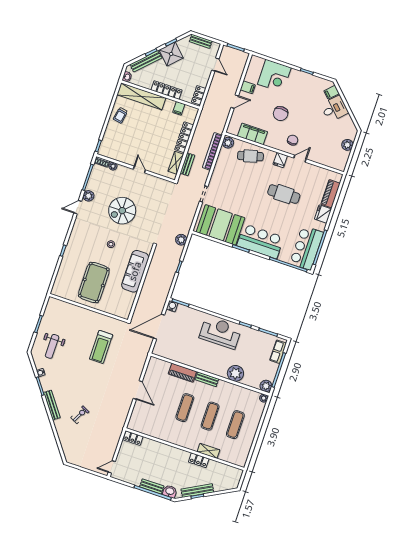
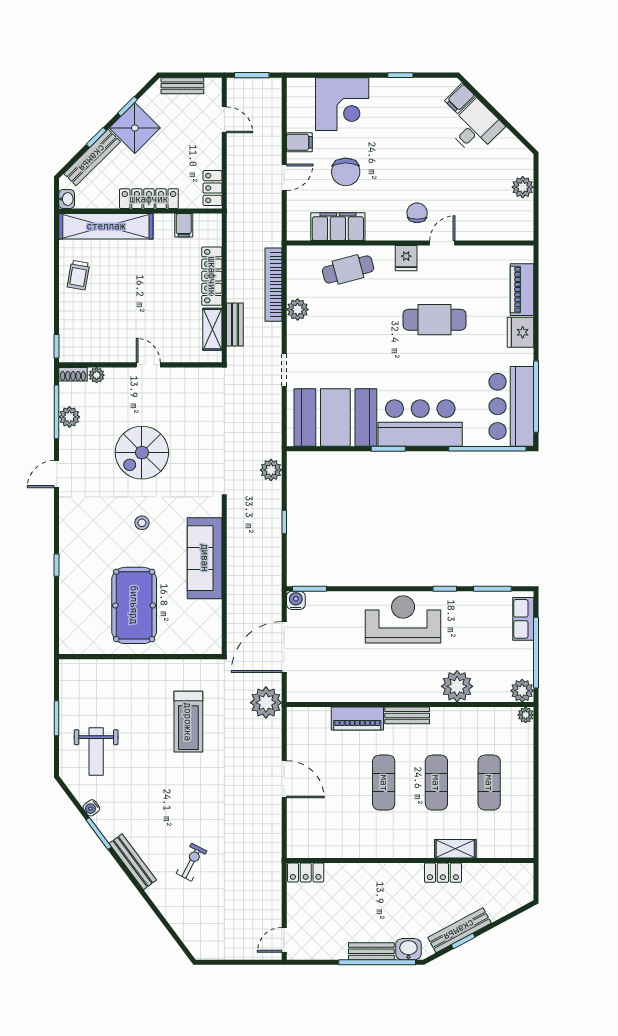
chair: (281, 114) -> (346, 172), moved
plant: (228, 143) -> (298, 309), moved
plant: (88, 196) -> (69, 417), moved
plant: (141, 350) -> (266, 703), added

